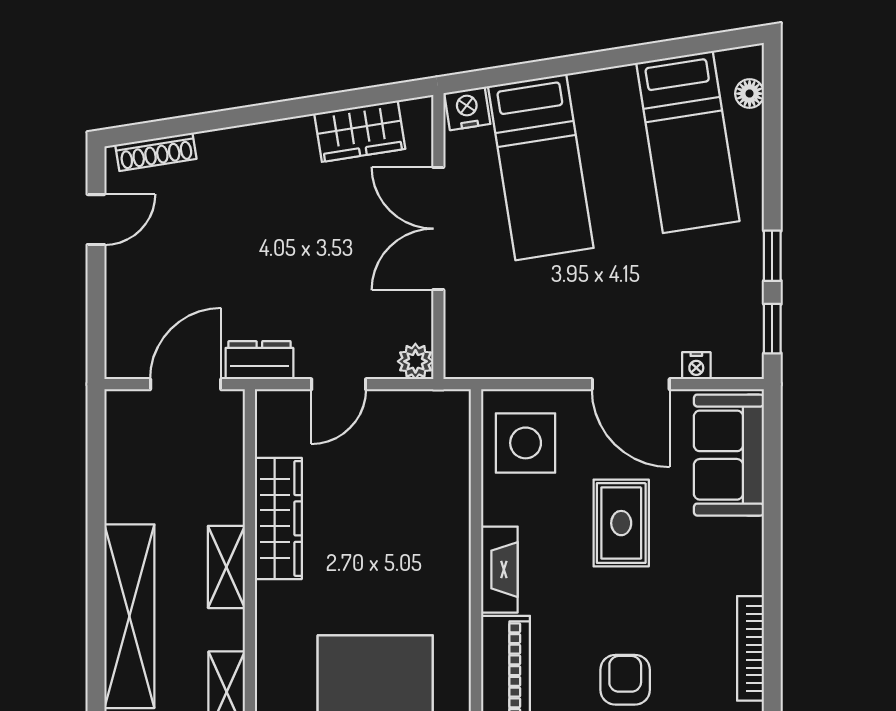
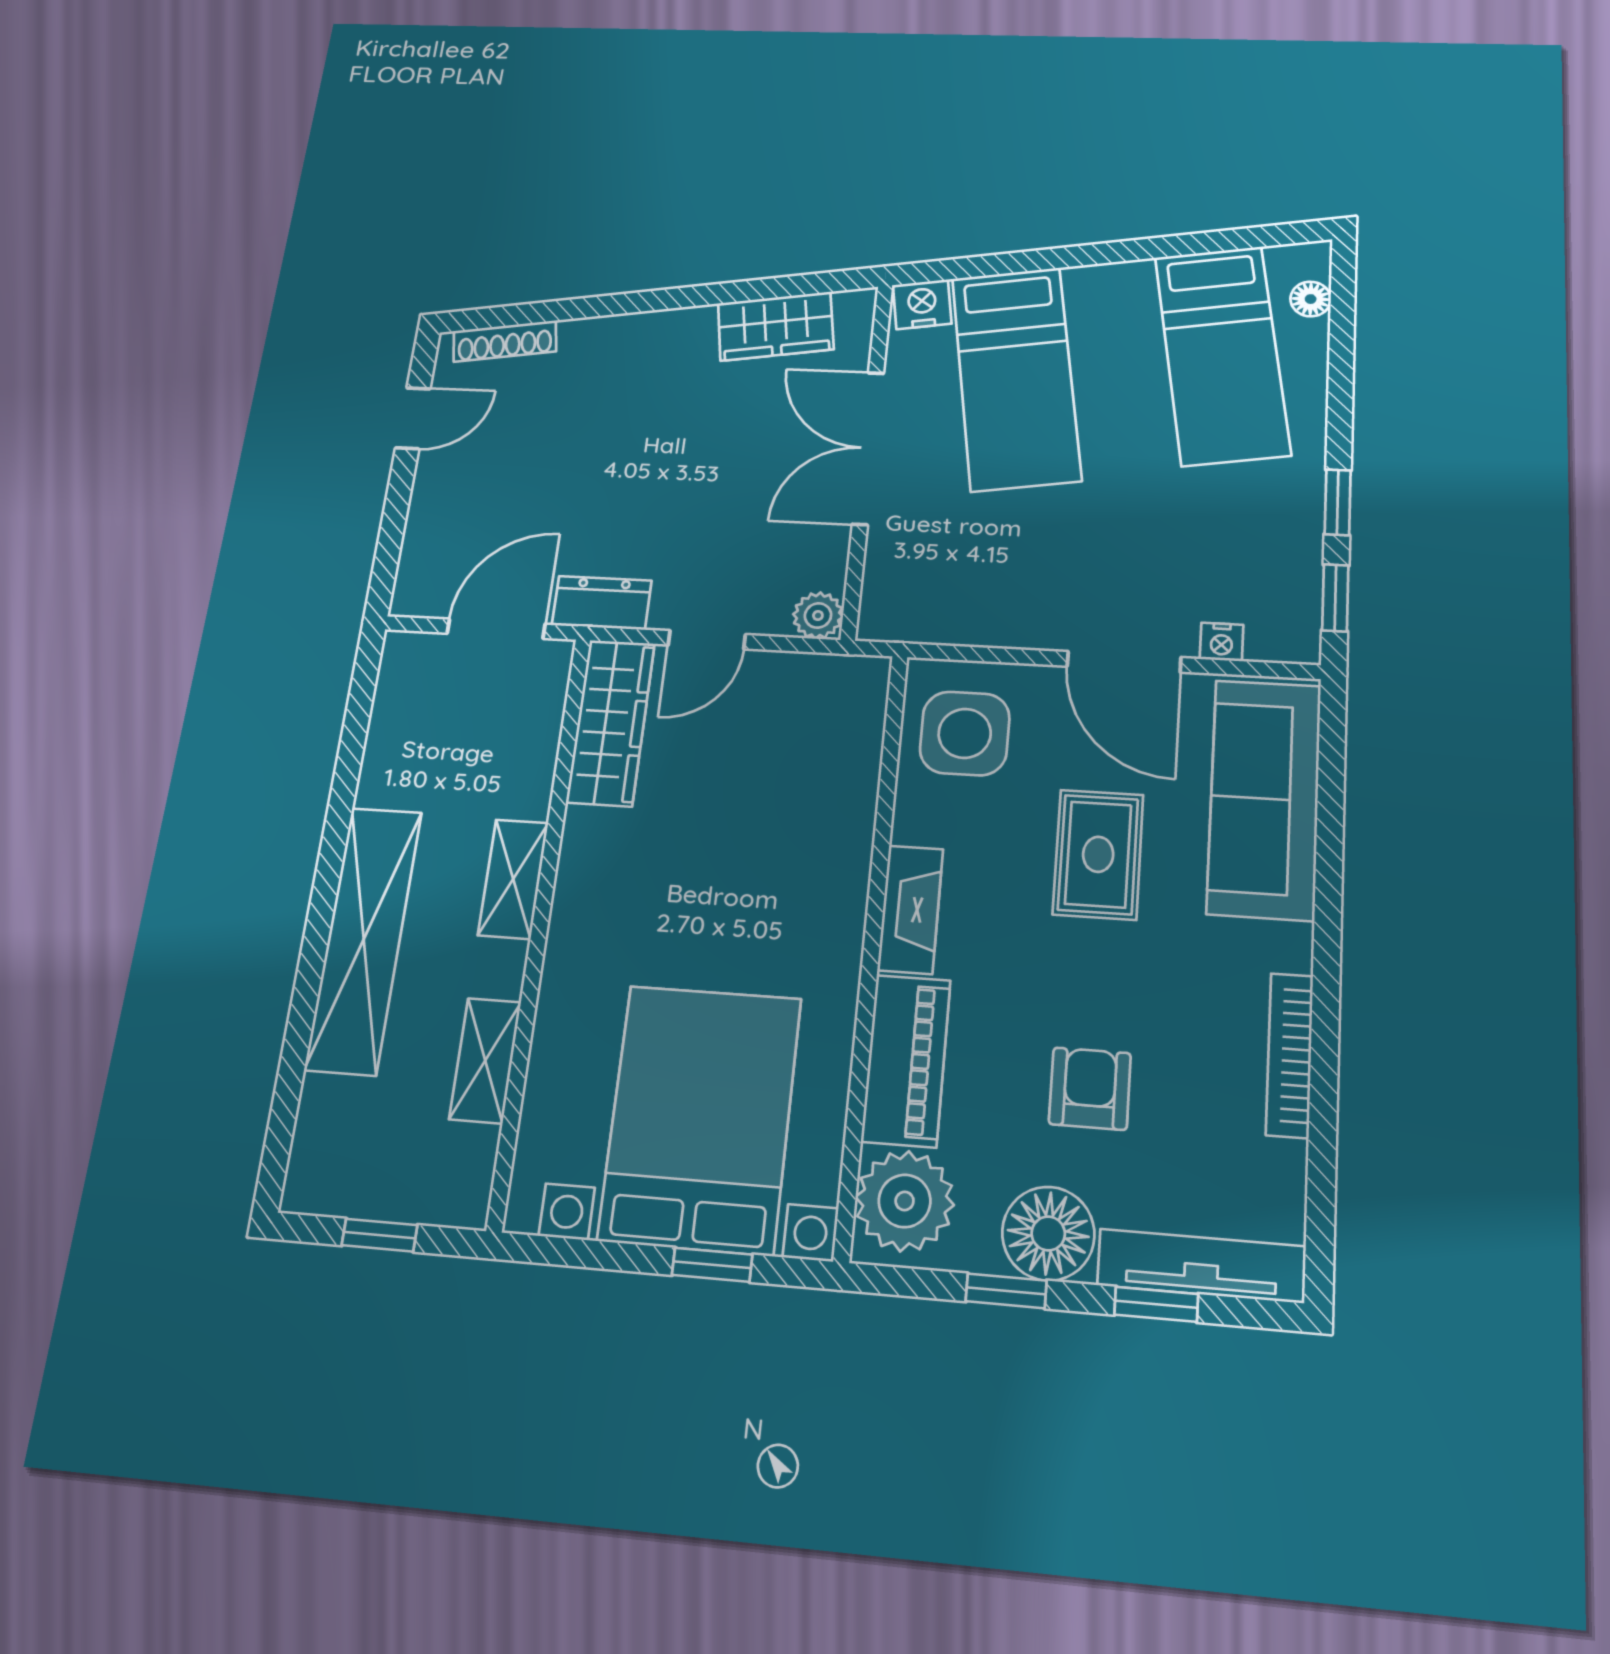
sofa: (729, 455) -> (1264, 799), width x1.36
wardrobe: (278, 518) -> (611, 722), moved

